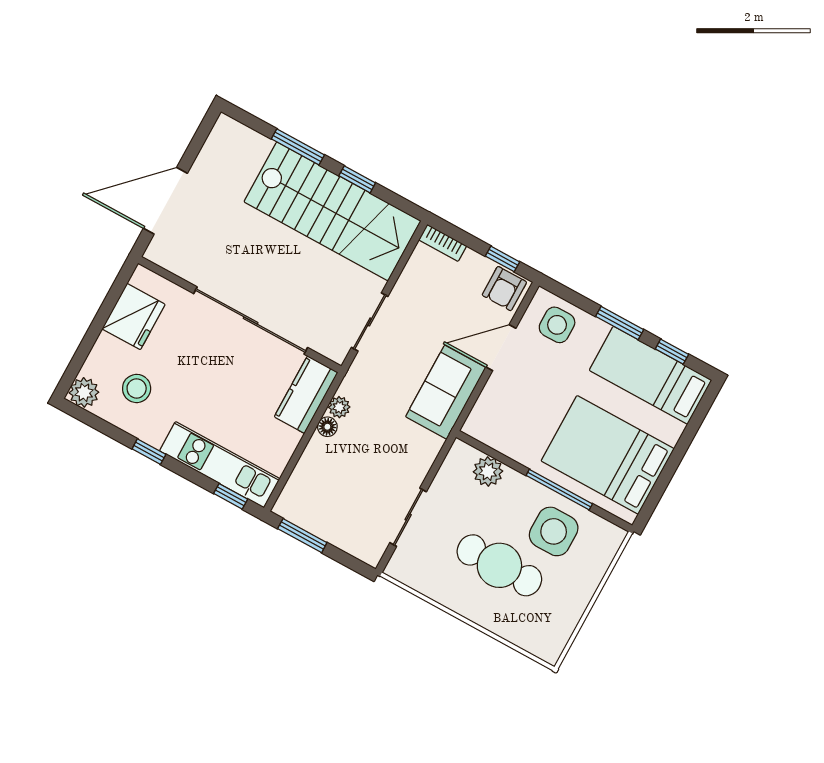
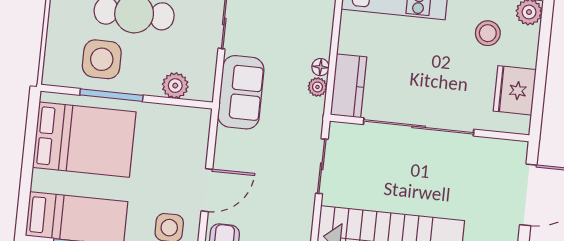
sofa: (446, 392) -> (241, 92), moved

